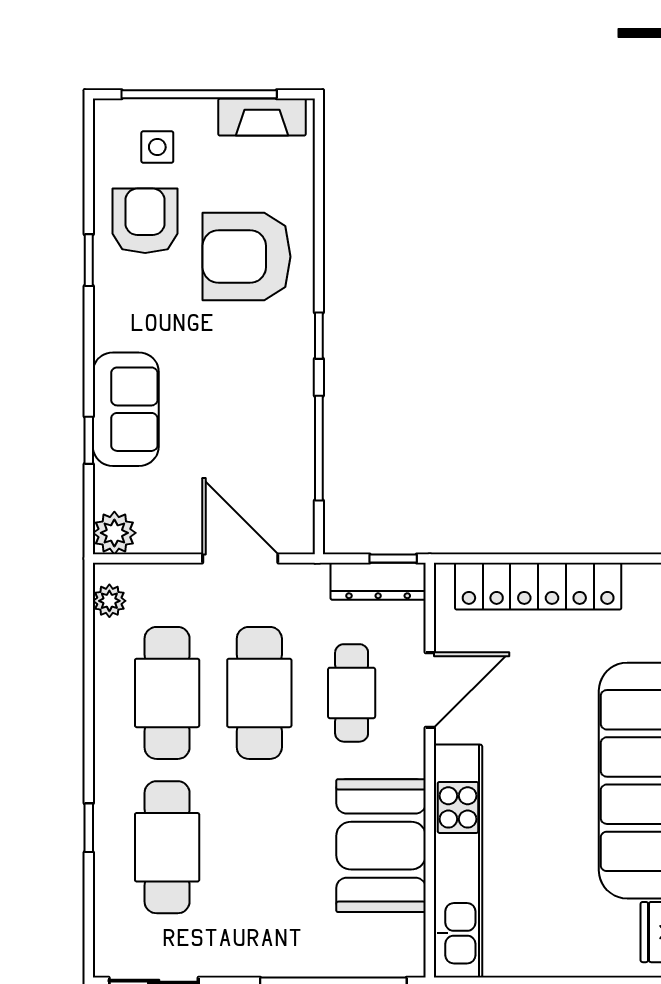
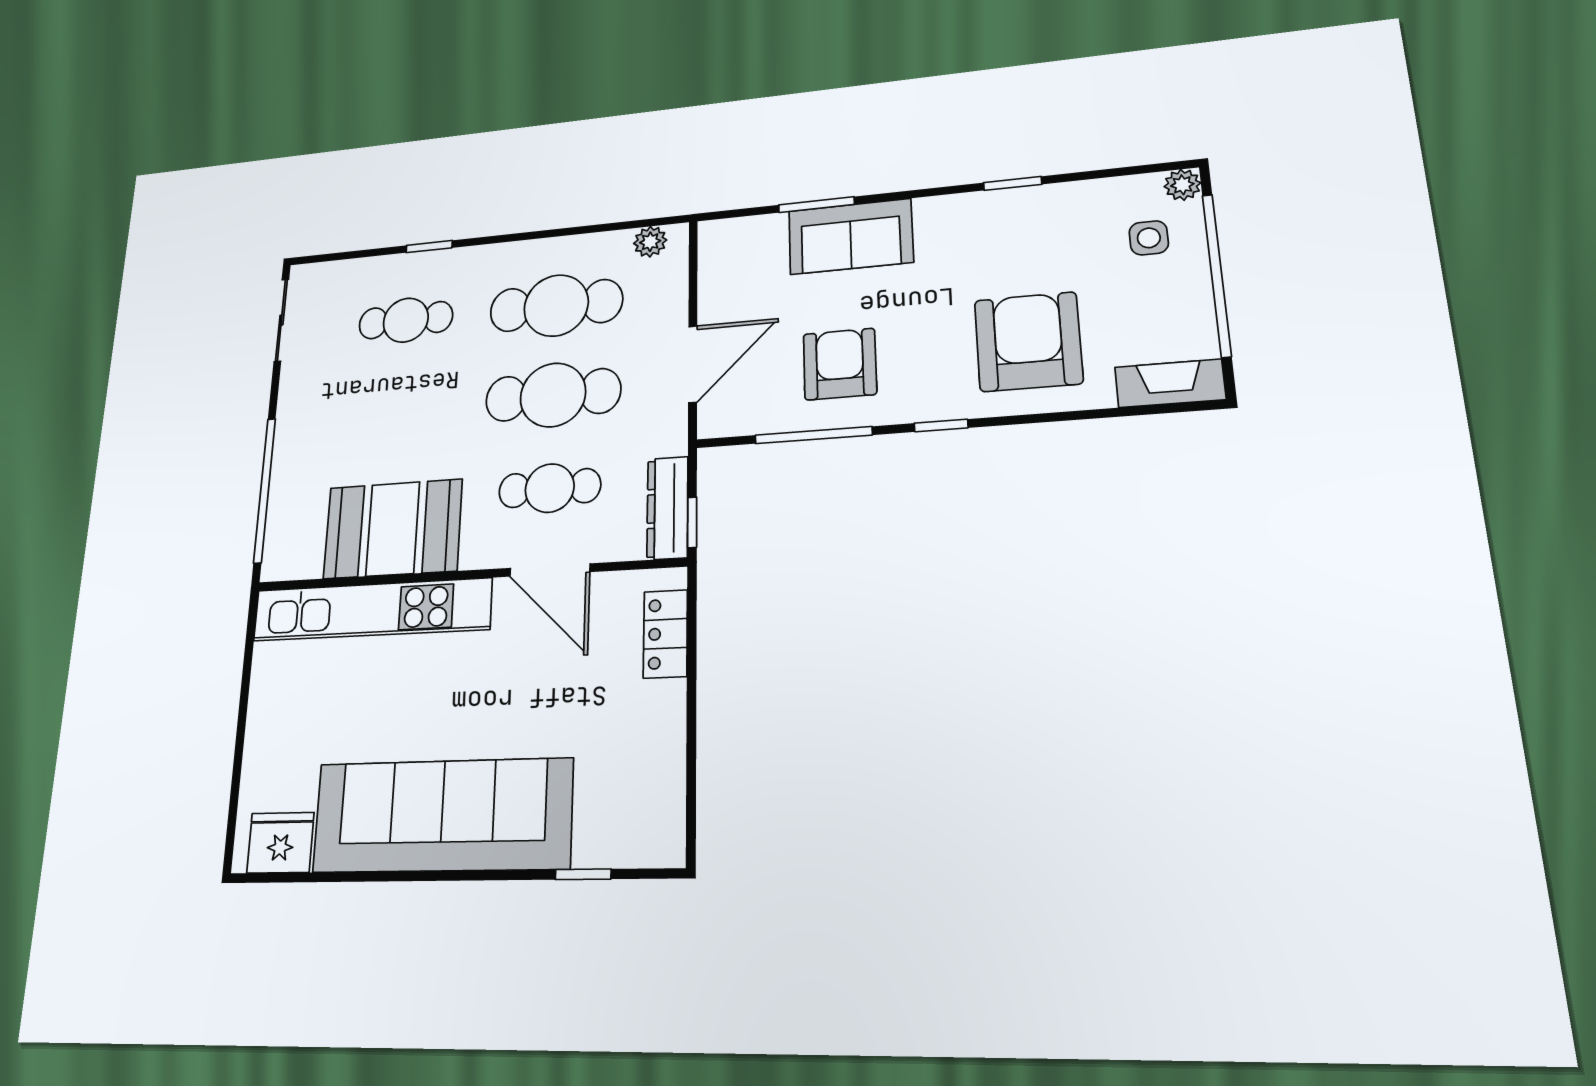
fireplace: (262, 117) -> (1170, 383), moved, turned 90
armchair: (145, 221) -> (840, 364), moved, turned -90
window: (89, 440) -> (816, 205), width x1.50
plant: (114, 533) -> (1182, 185), moved, width x0.73, depth x0.73
locker: (538, 586) -> (665, 634), width x0.46, depth x0.83
cafe table: (167, 847) -> (406, 320), width x0.73, depth x0.74

